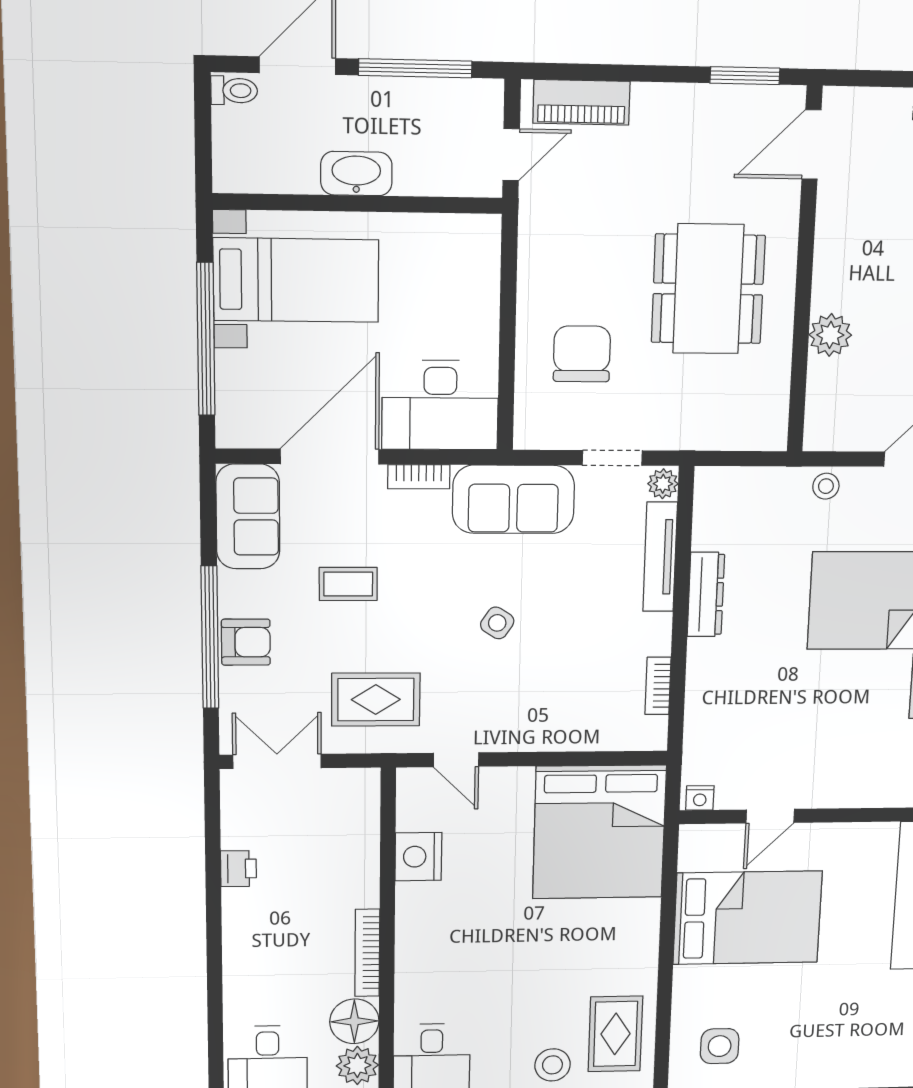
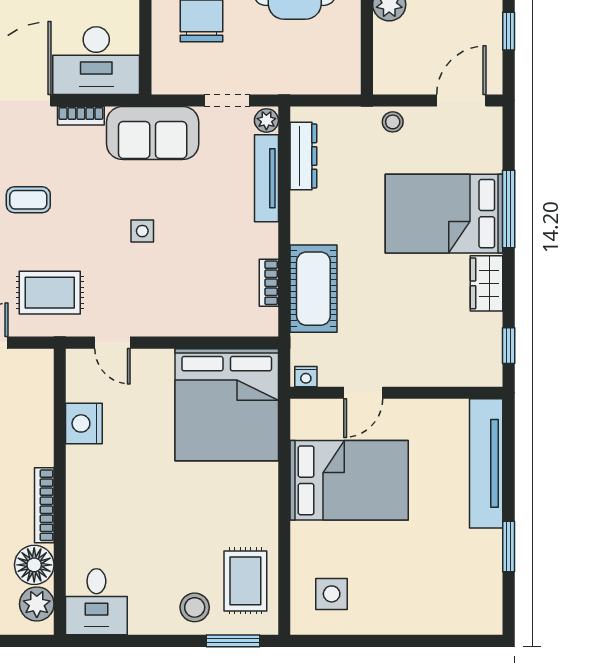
dresser: (706, 594) -> (303, 156), moved
side table: (497, 623) -> (142, 231), turned -33
cot: (714, 693) -> (313, 289), added

